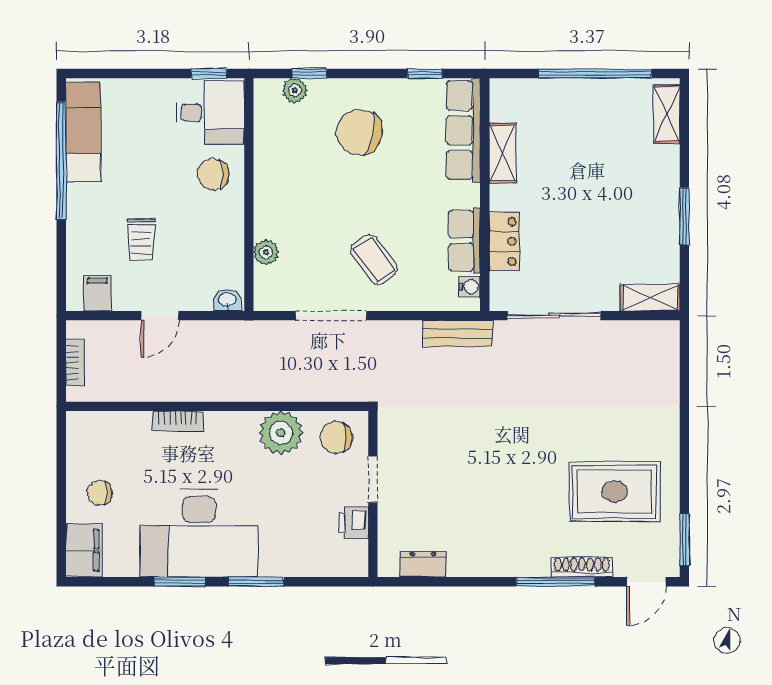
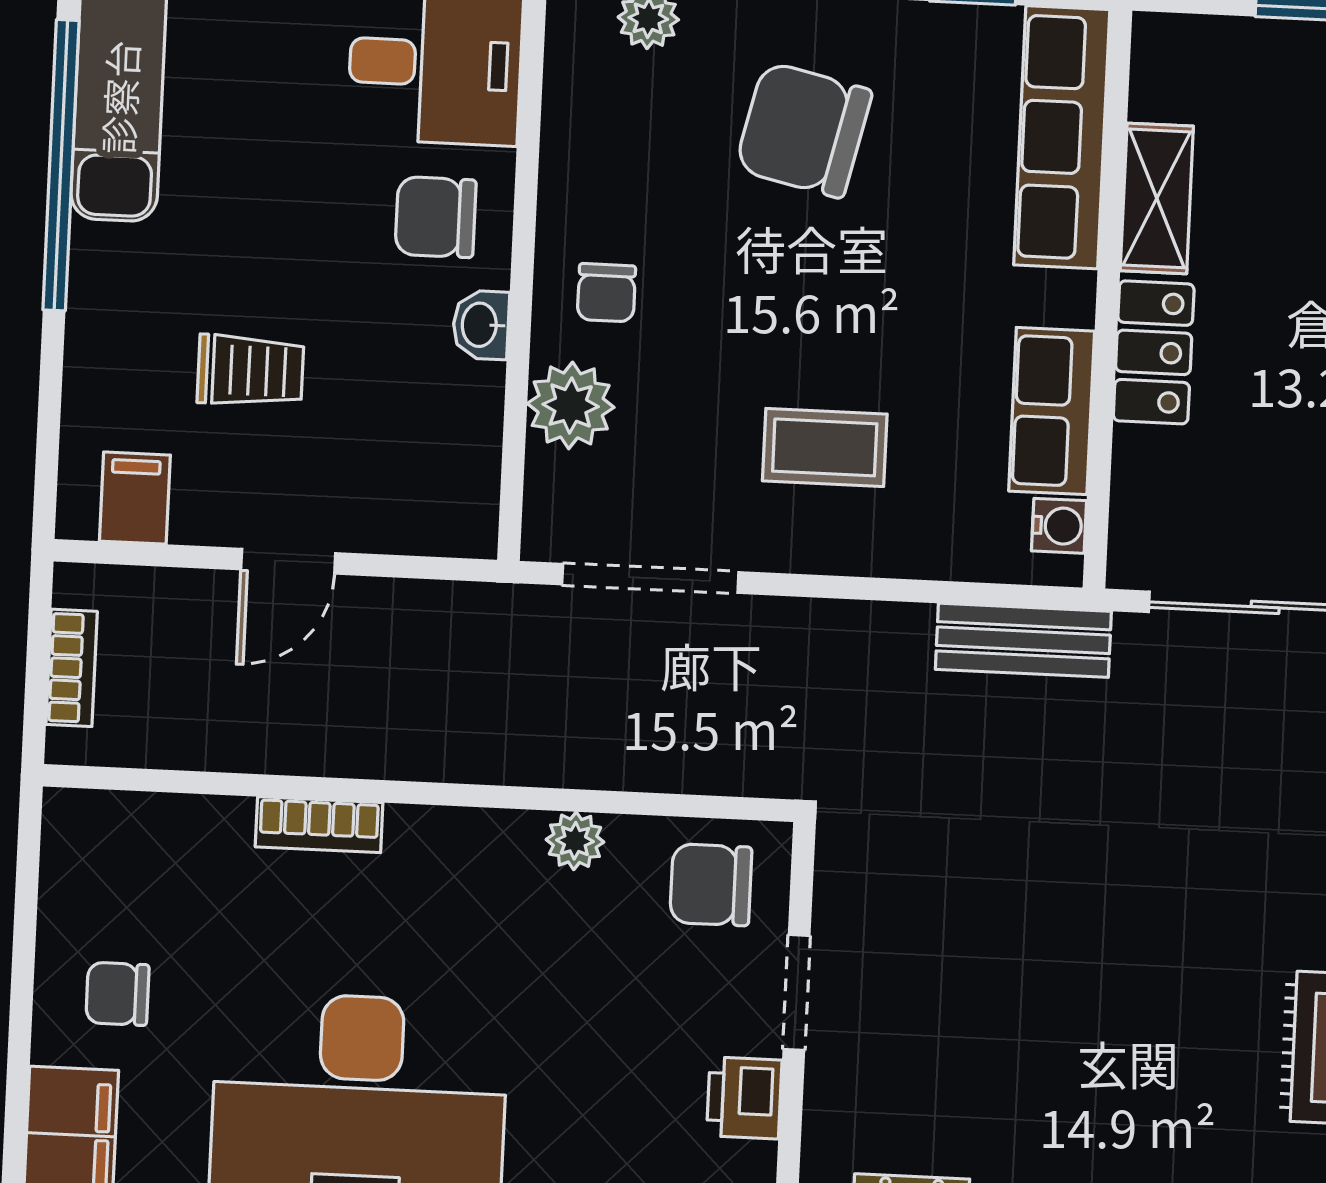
chair: (283, 201) -> (606, 293), added
trolley: (141, 240) -> (251, 371), turned -90
locker: (504, 241) -> (1154, 352), moved
plant: (266, 252) -> (571, 405), width x1.38, depth x1.38
coffee table: (374, 260) -> (825, 447), turned -54
washbasin: (227, 300) -> (481, 325), moved, turned -90
doorway: (331, 316) -> (650, 578), moved
plant: (281, 433) -> (575, 841), width x0.53, depth x0.53

